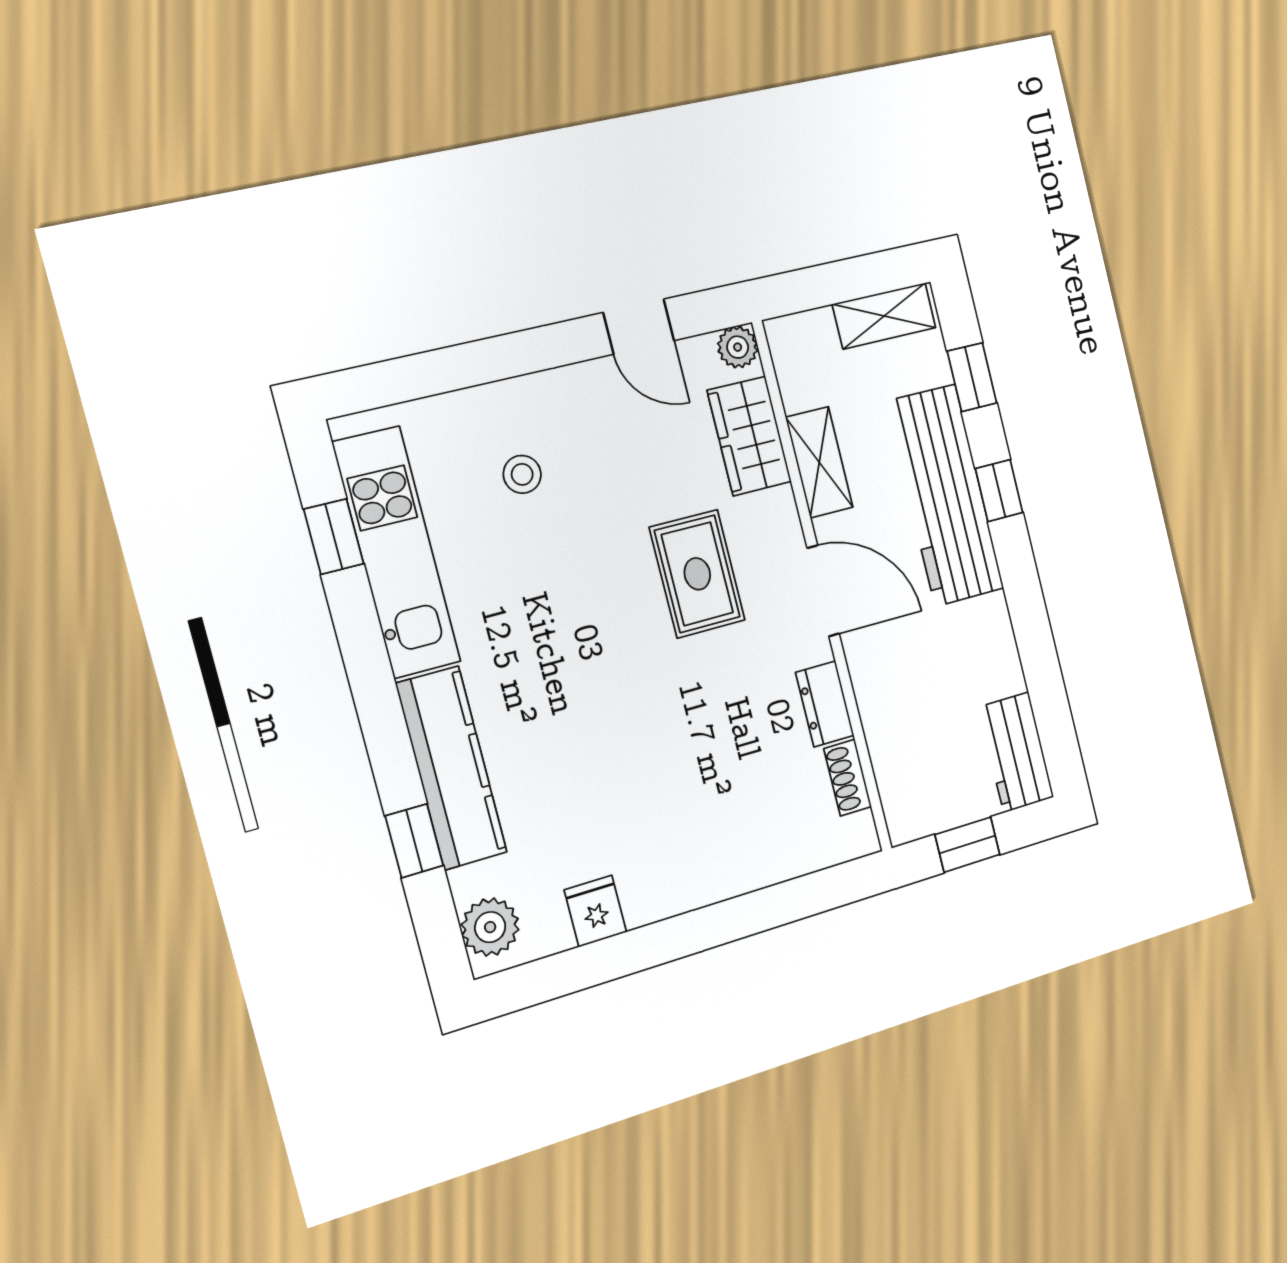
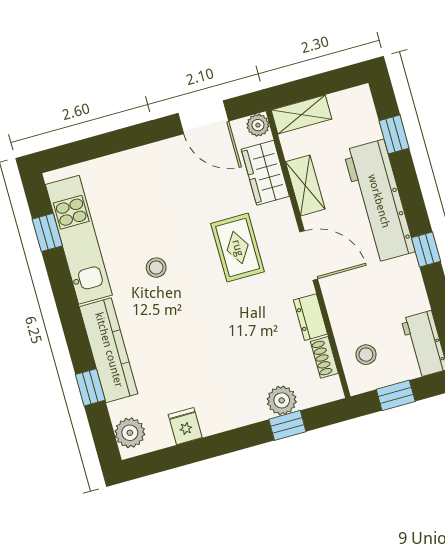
shelving: (884, 316) -> (302, 114), moved
door: (639, 327) -> (203, 117), width x1.38
stool: (522, 474) -> (156, 268), moved
window: (999, 491) -> (426, 249), moved
stool: (919, 772) -> (366, 355), added
plant: (772, 858) -> (282, 400), added
window: (781, 904) -> (287, 425), added

